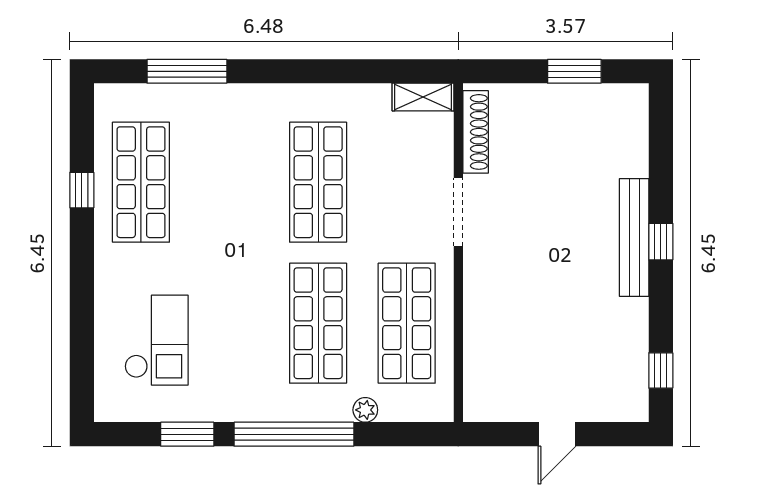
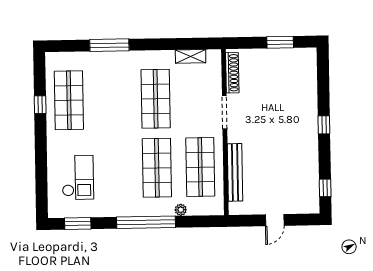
window: (187, 71) -> (109, 45), moved
shelving: (423, 97) -> (191, 56), moved
bench: (634, 237) -> (235, 172), moved
window: (187, 434) -> (78, 224), moved

